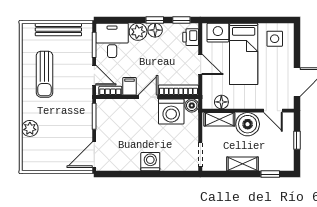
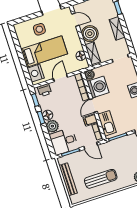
side table: (275, 39) -> (39, 29), moved
door: (94, 75) -> (91, 146), swing flipped
door: (148, 97) -> (93, 105), hinge flipped
kitchen sink: (117, 108) -> (107, 123), added
door: (273, 111) -> (75, 20), hinge flipped

